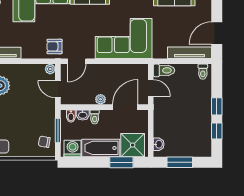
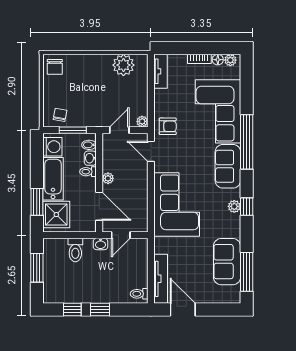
armchair: (55, 46) -> (168, 126), turned 90
toilet: (164, 70) -> (75, 250), moved
washbasin: (159, 144) -> (100, 244), moved

